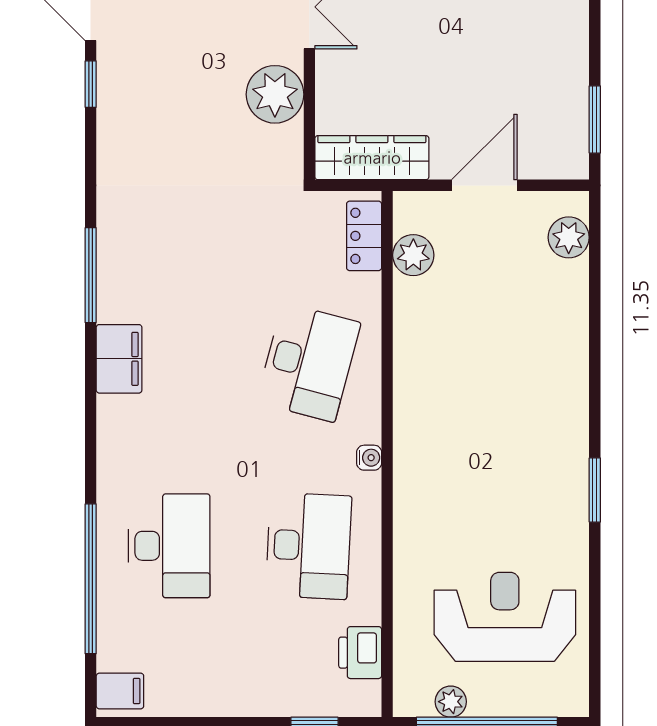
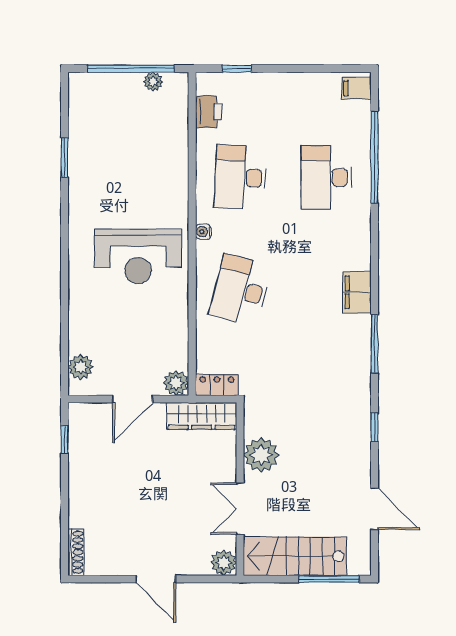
window: (91, 84) -> (374, 427), moved
window: (595, 119) -> (65, 439), width x0.67
locker: (364, 236) -> (217, 385), moved, turned -90
plant: (413, 255) -> (176, 383), moved
window: (595, 490) -> (65, 158), moved
reception desk: (505, 617) -> (138, 256), moved

